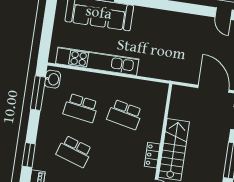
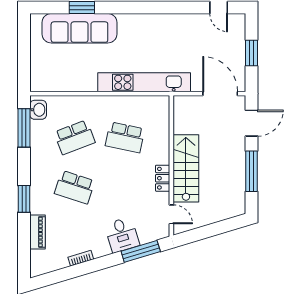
kitchen unit: (97, 61) -> (144, 82), moved
school desk: (81, 108) -> (75, 137), turned -30

